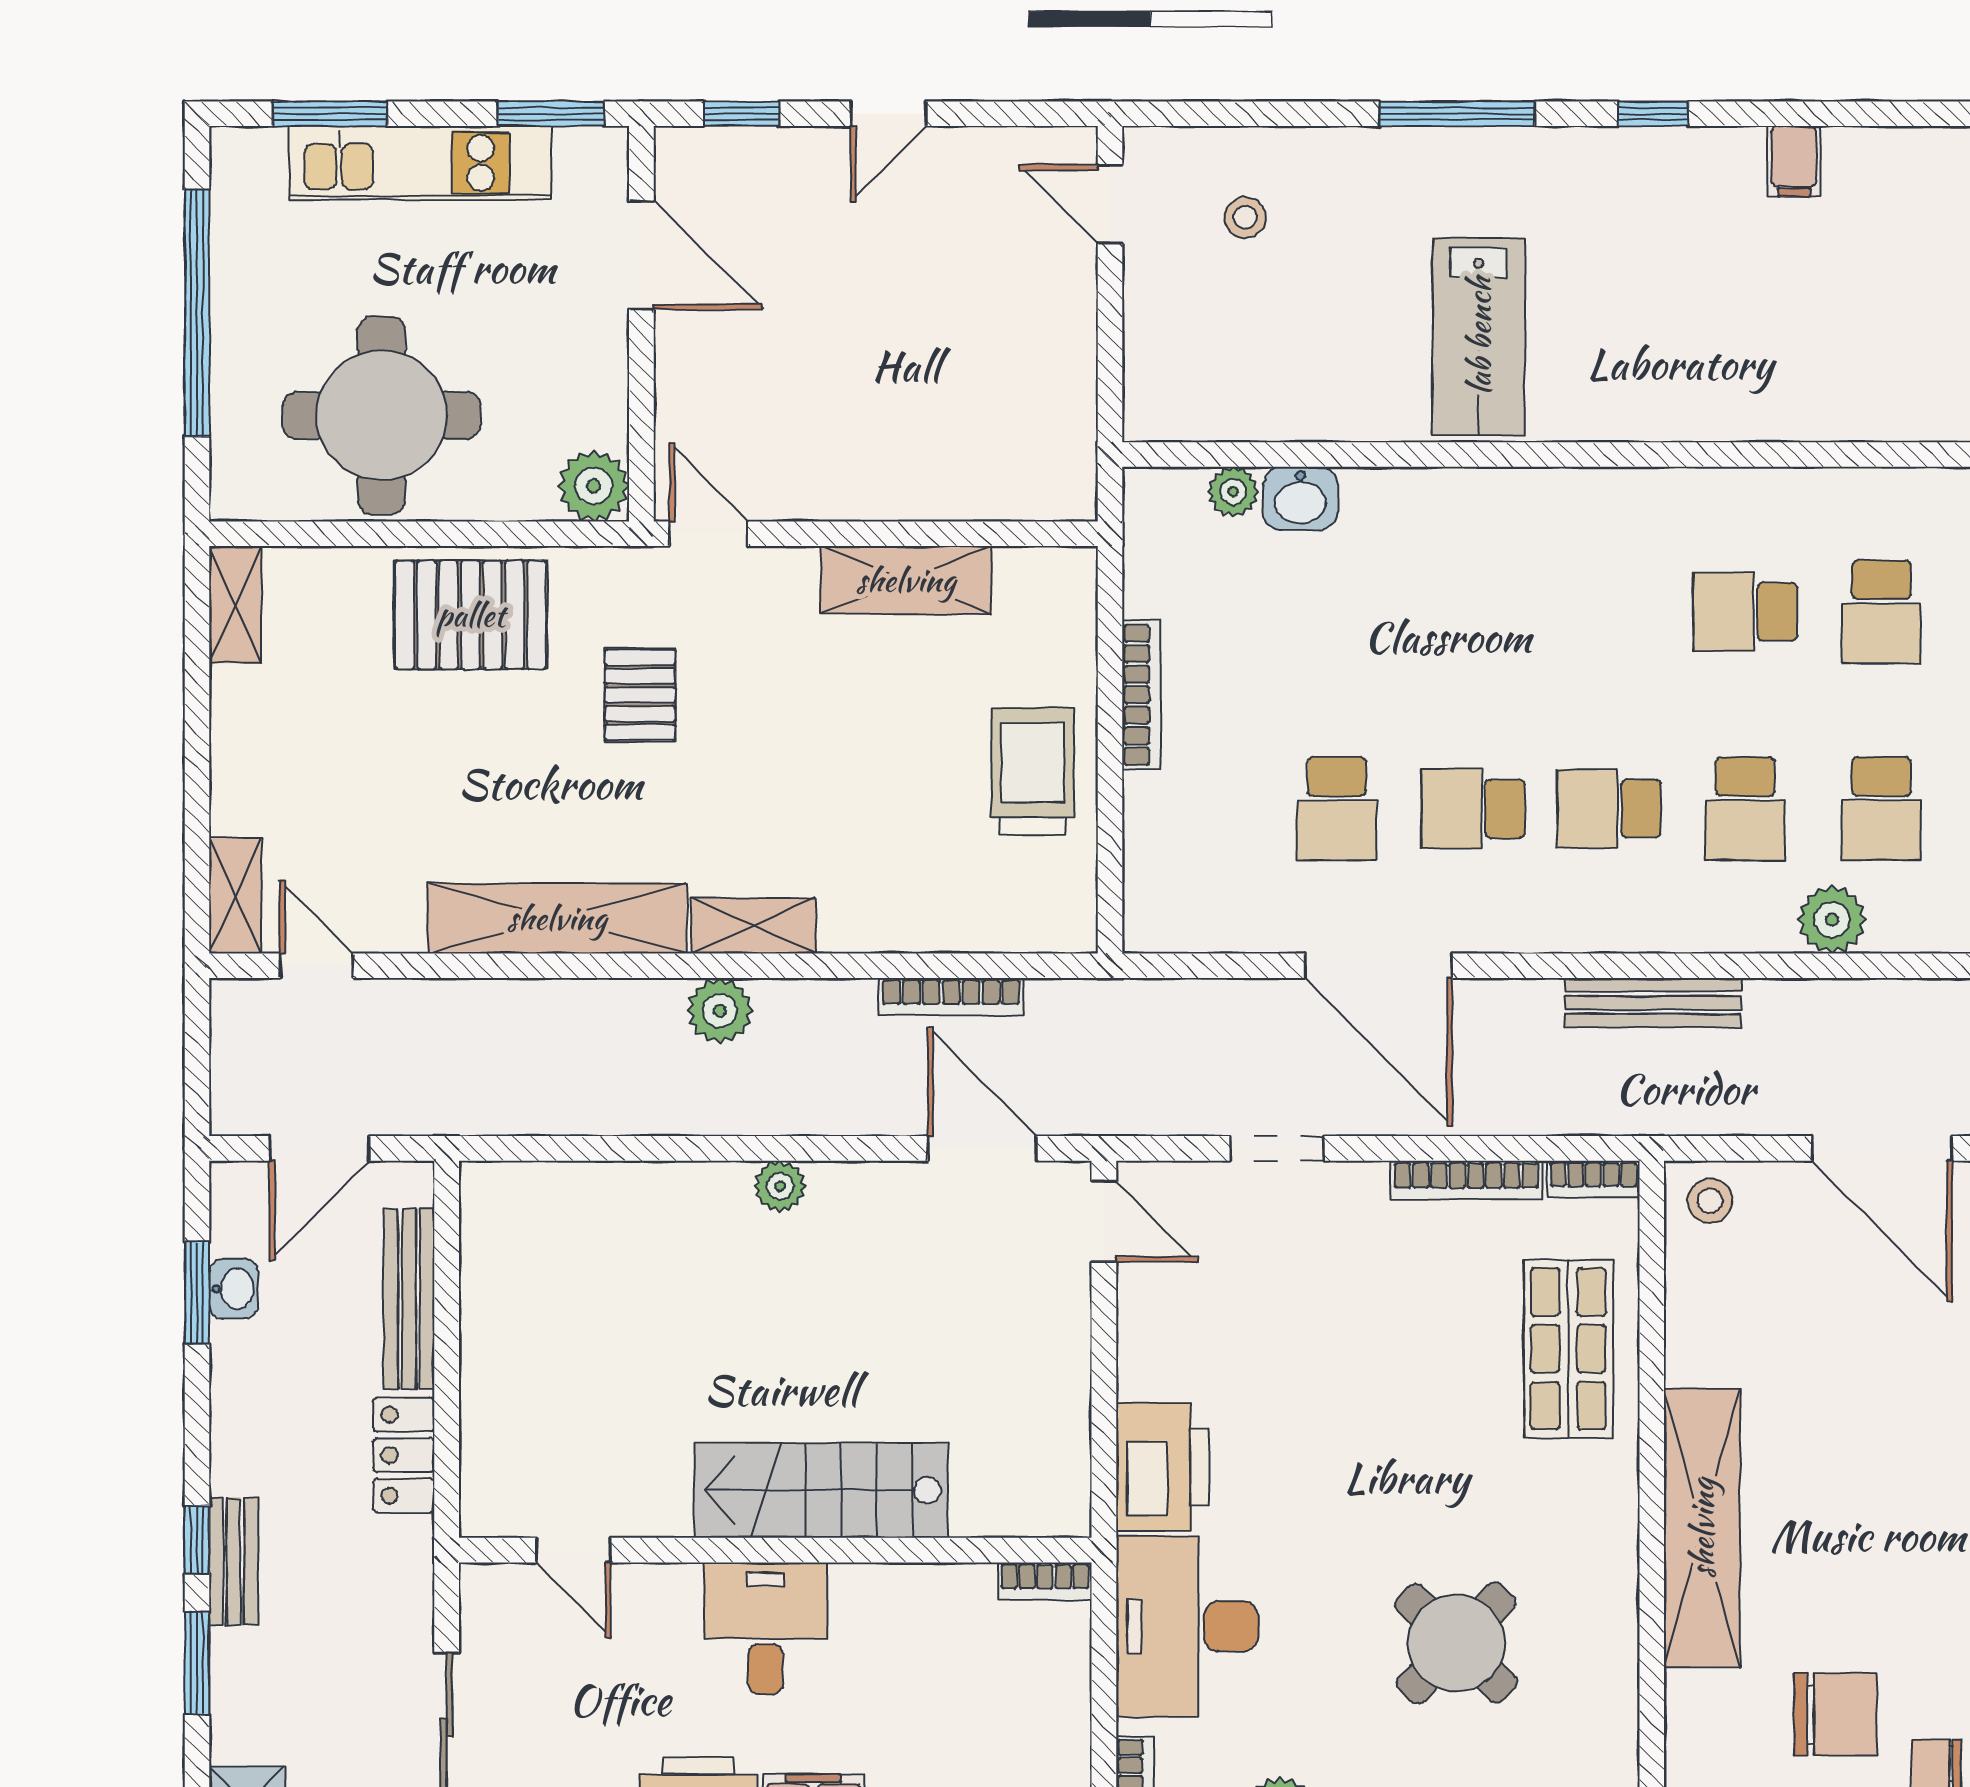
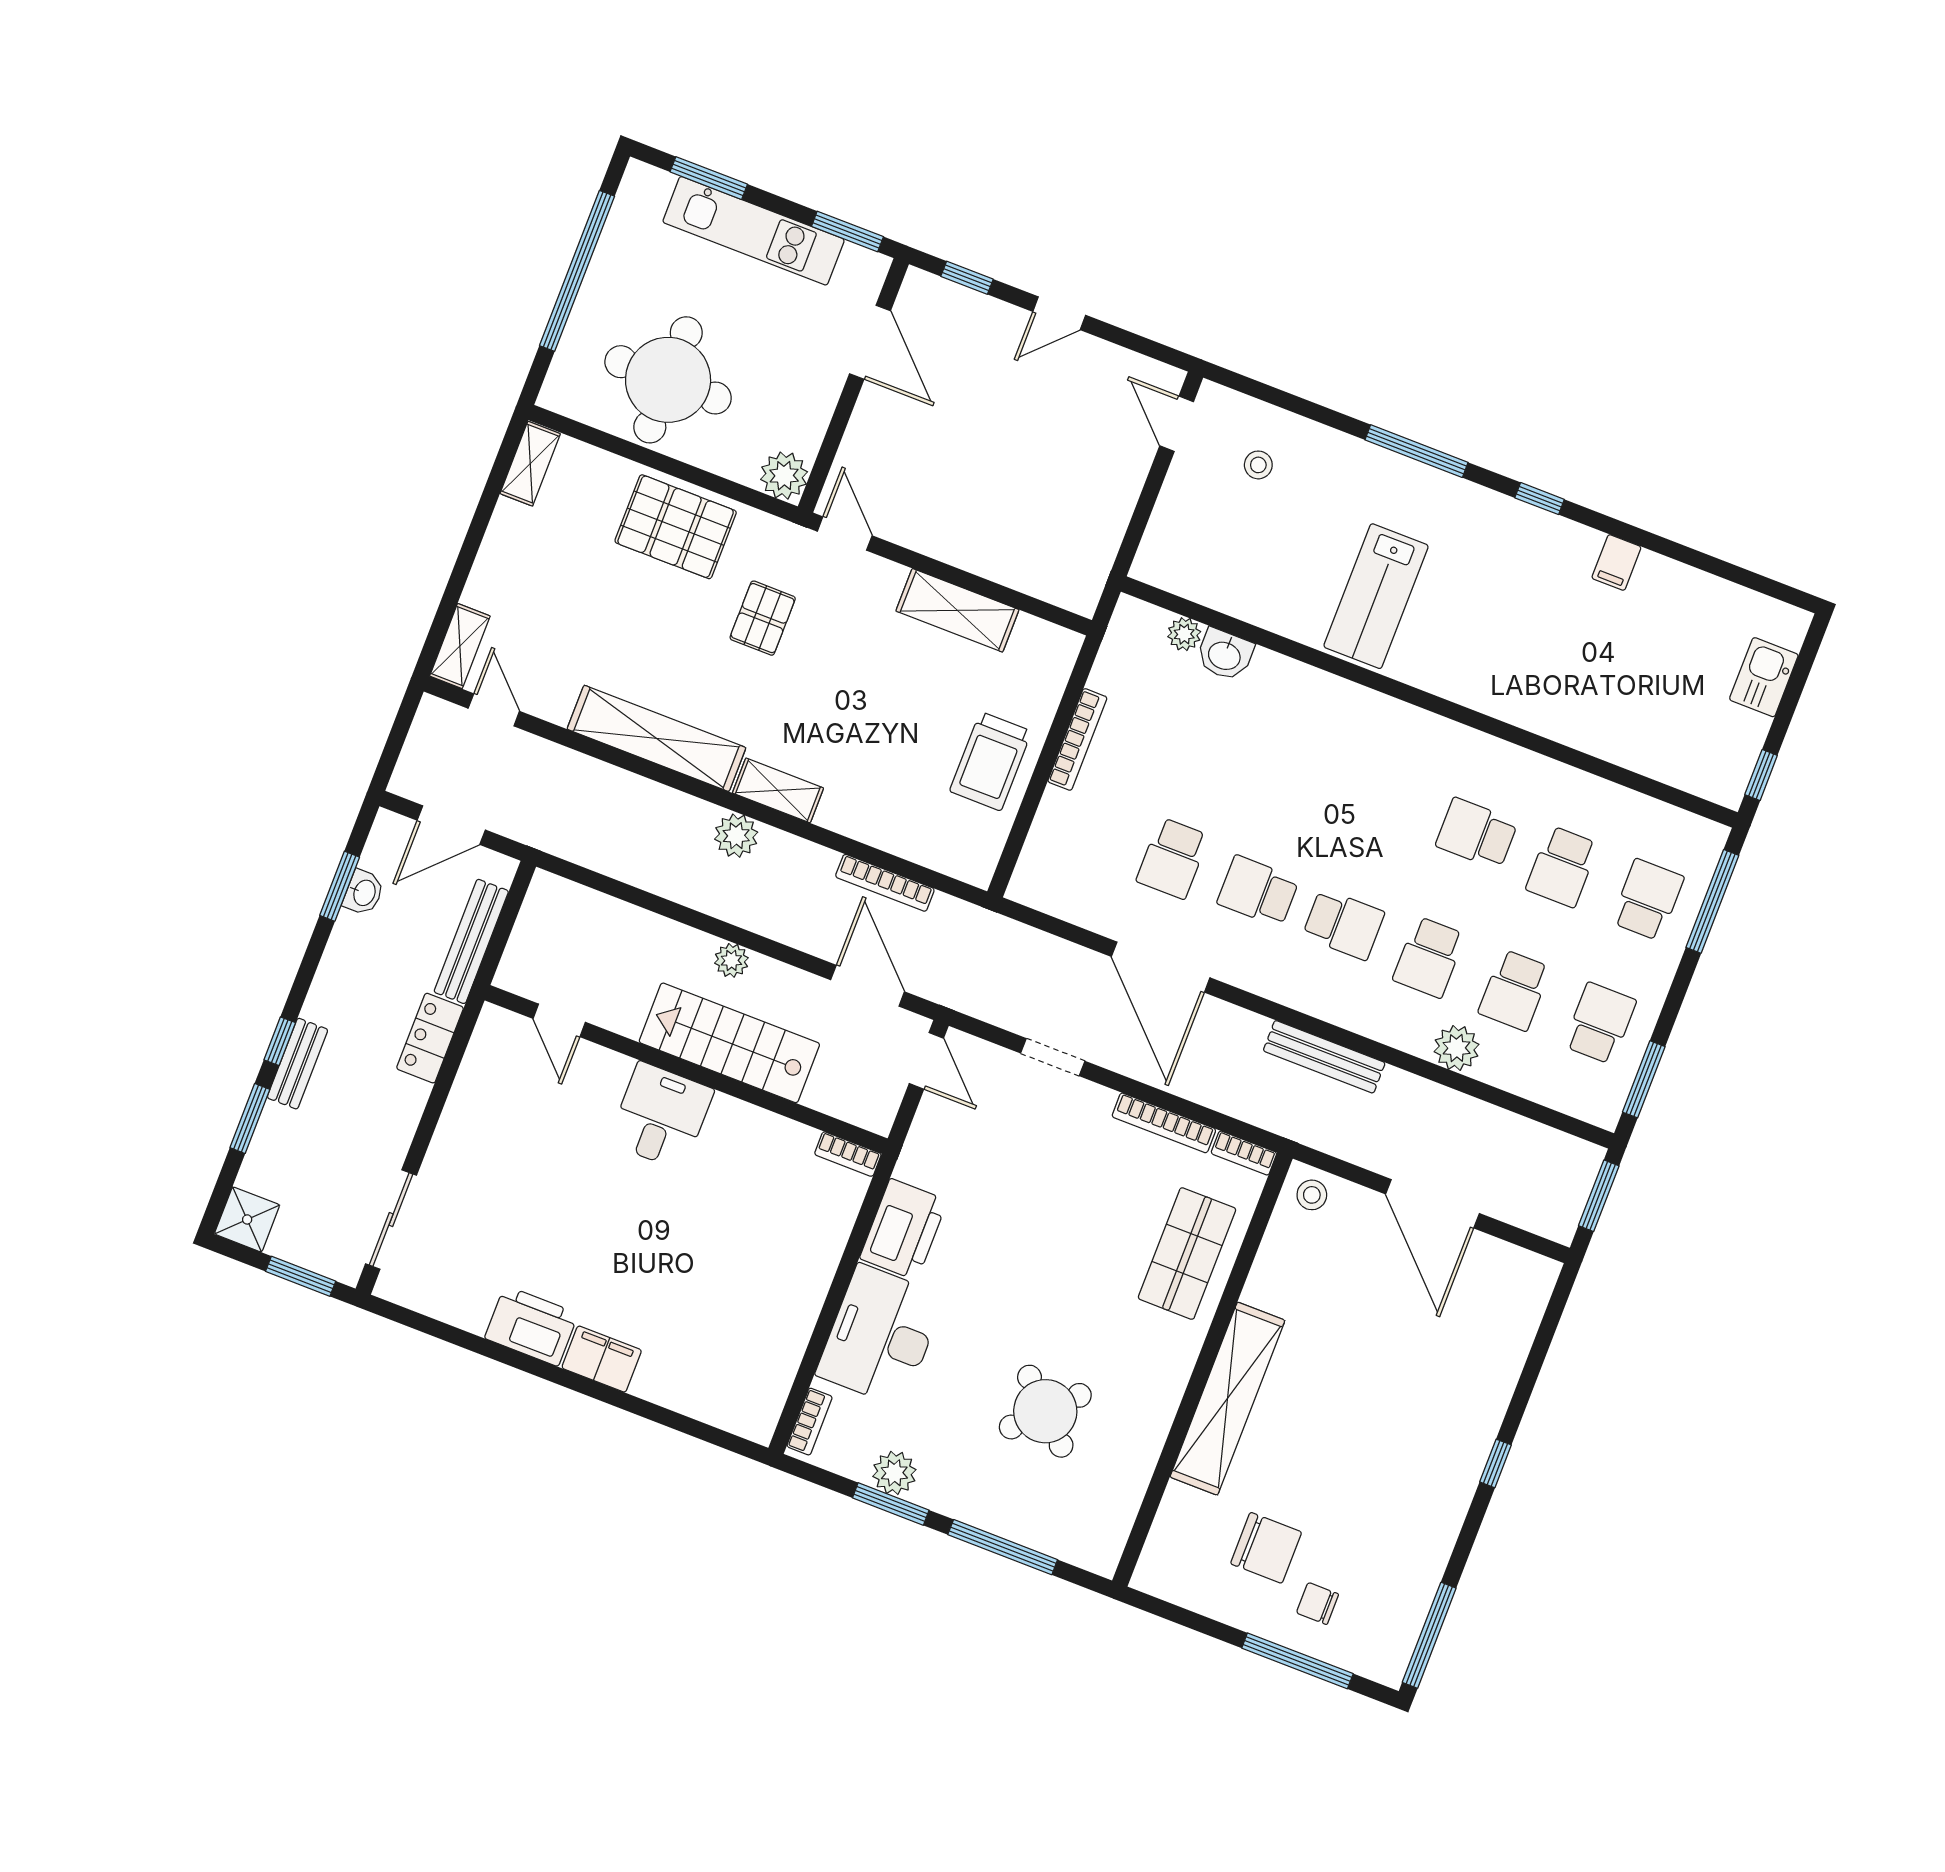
trolley: (1033, 771) -> (991, 761), turned 180
school desk: (1609, 809) -> (1344, 924), turned 180
stairs: (821, 1490) -> (729, 1043), moved
door: (573, 1550) -> (559, 1020), moved
wall: (775, 1550) -> (686, 1069), moved
bookcase: (1045, 1581) -> (848, 1154), moved
desk: (766, 1628) -> (661, 1116), moved

